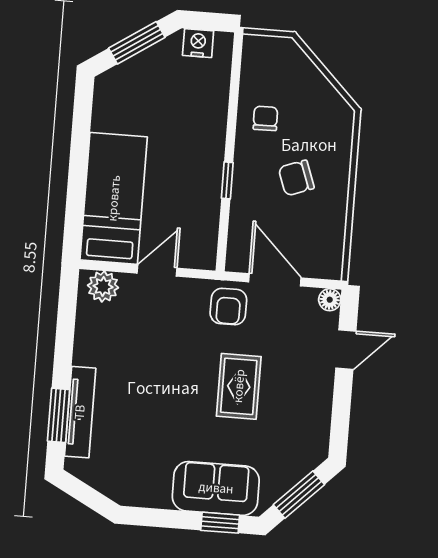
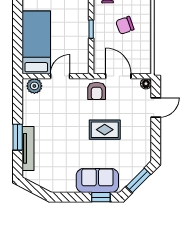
rug: (239, 386) -> (105, 130), turned 90
window: (59, 415) -> (18, 137), moved

